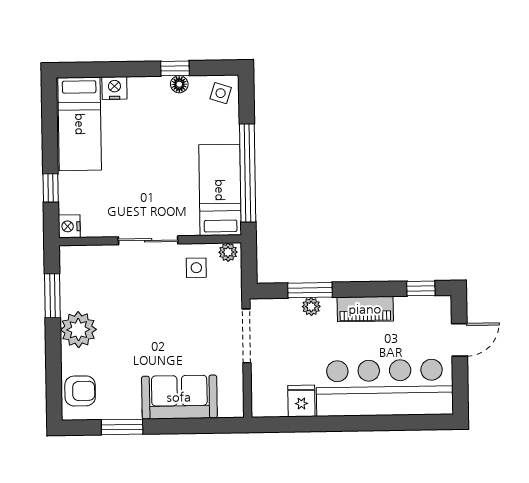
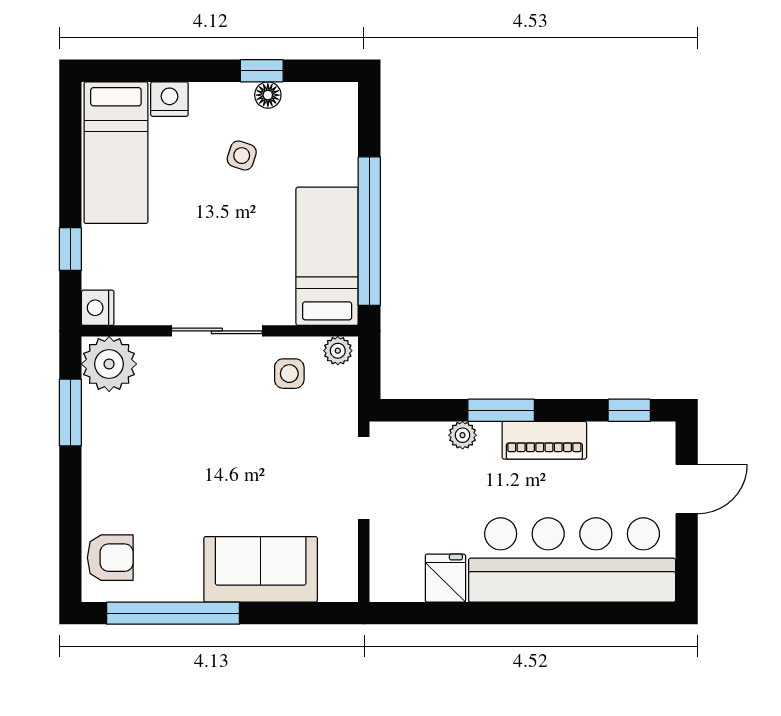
side table: (221, 93) -> (242, 156), moved
window: (310, 290) -> (501, 410), moved
plant: (78, 330) -> (109, 364), moved
window: (122, 427) -> (173, 613), width x2.11

